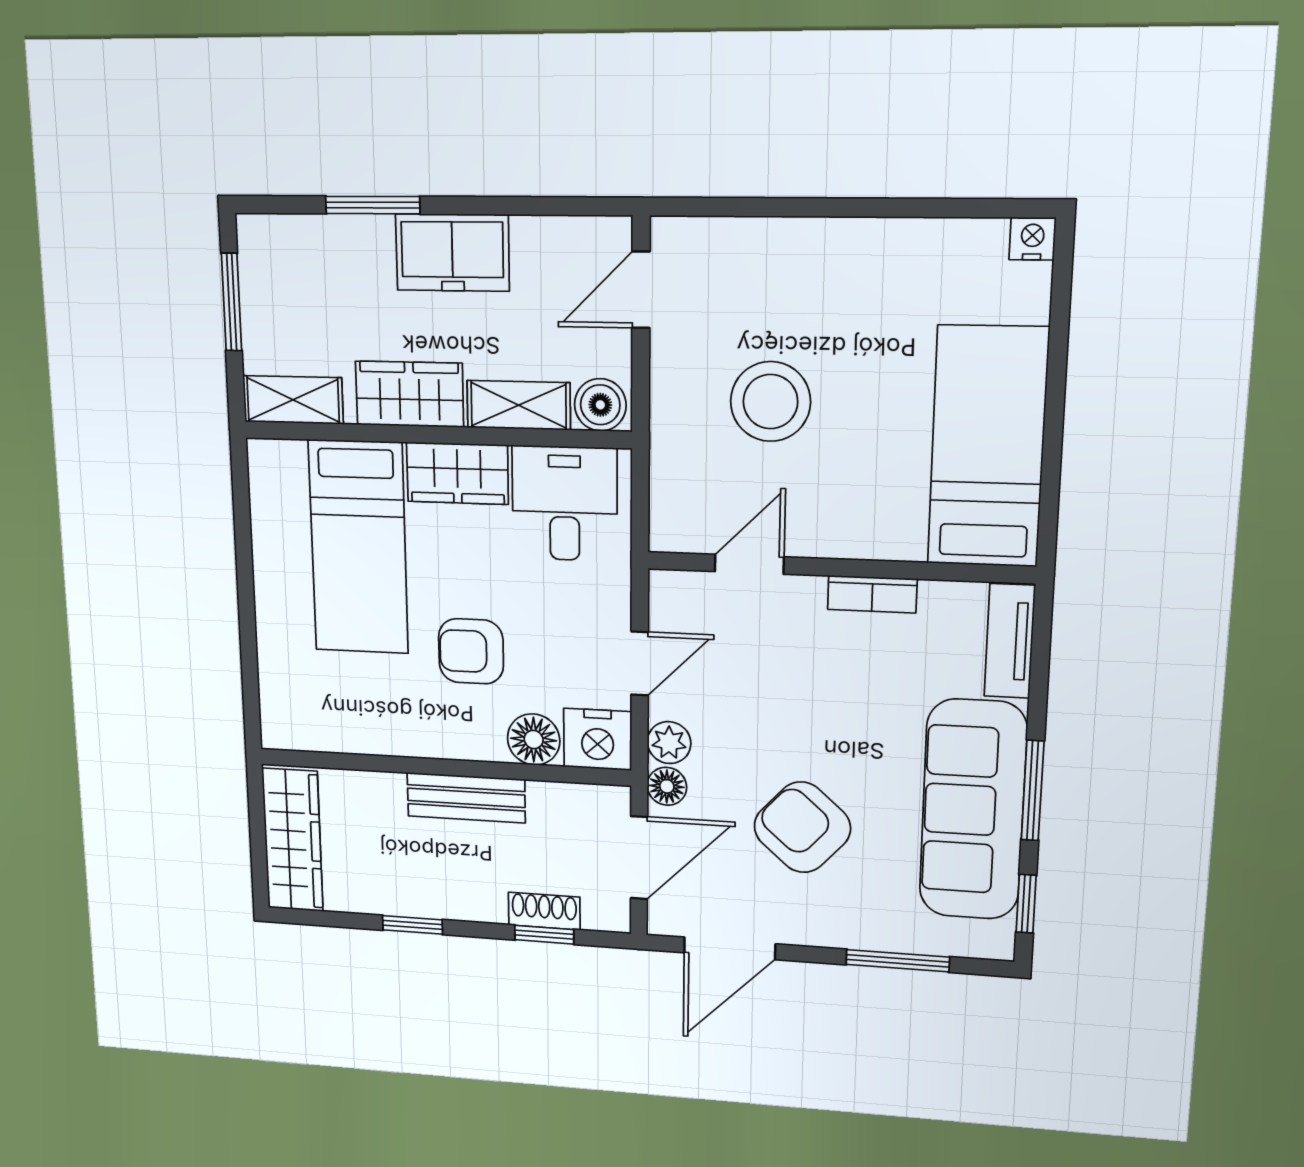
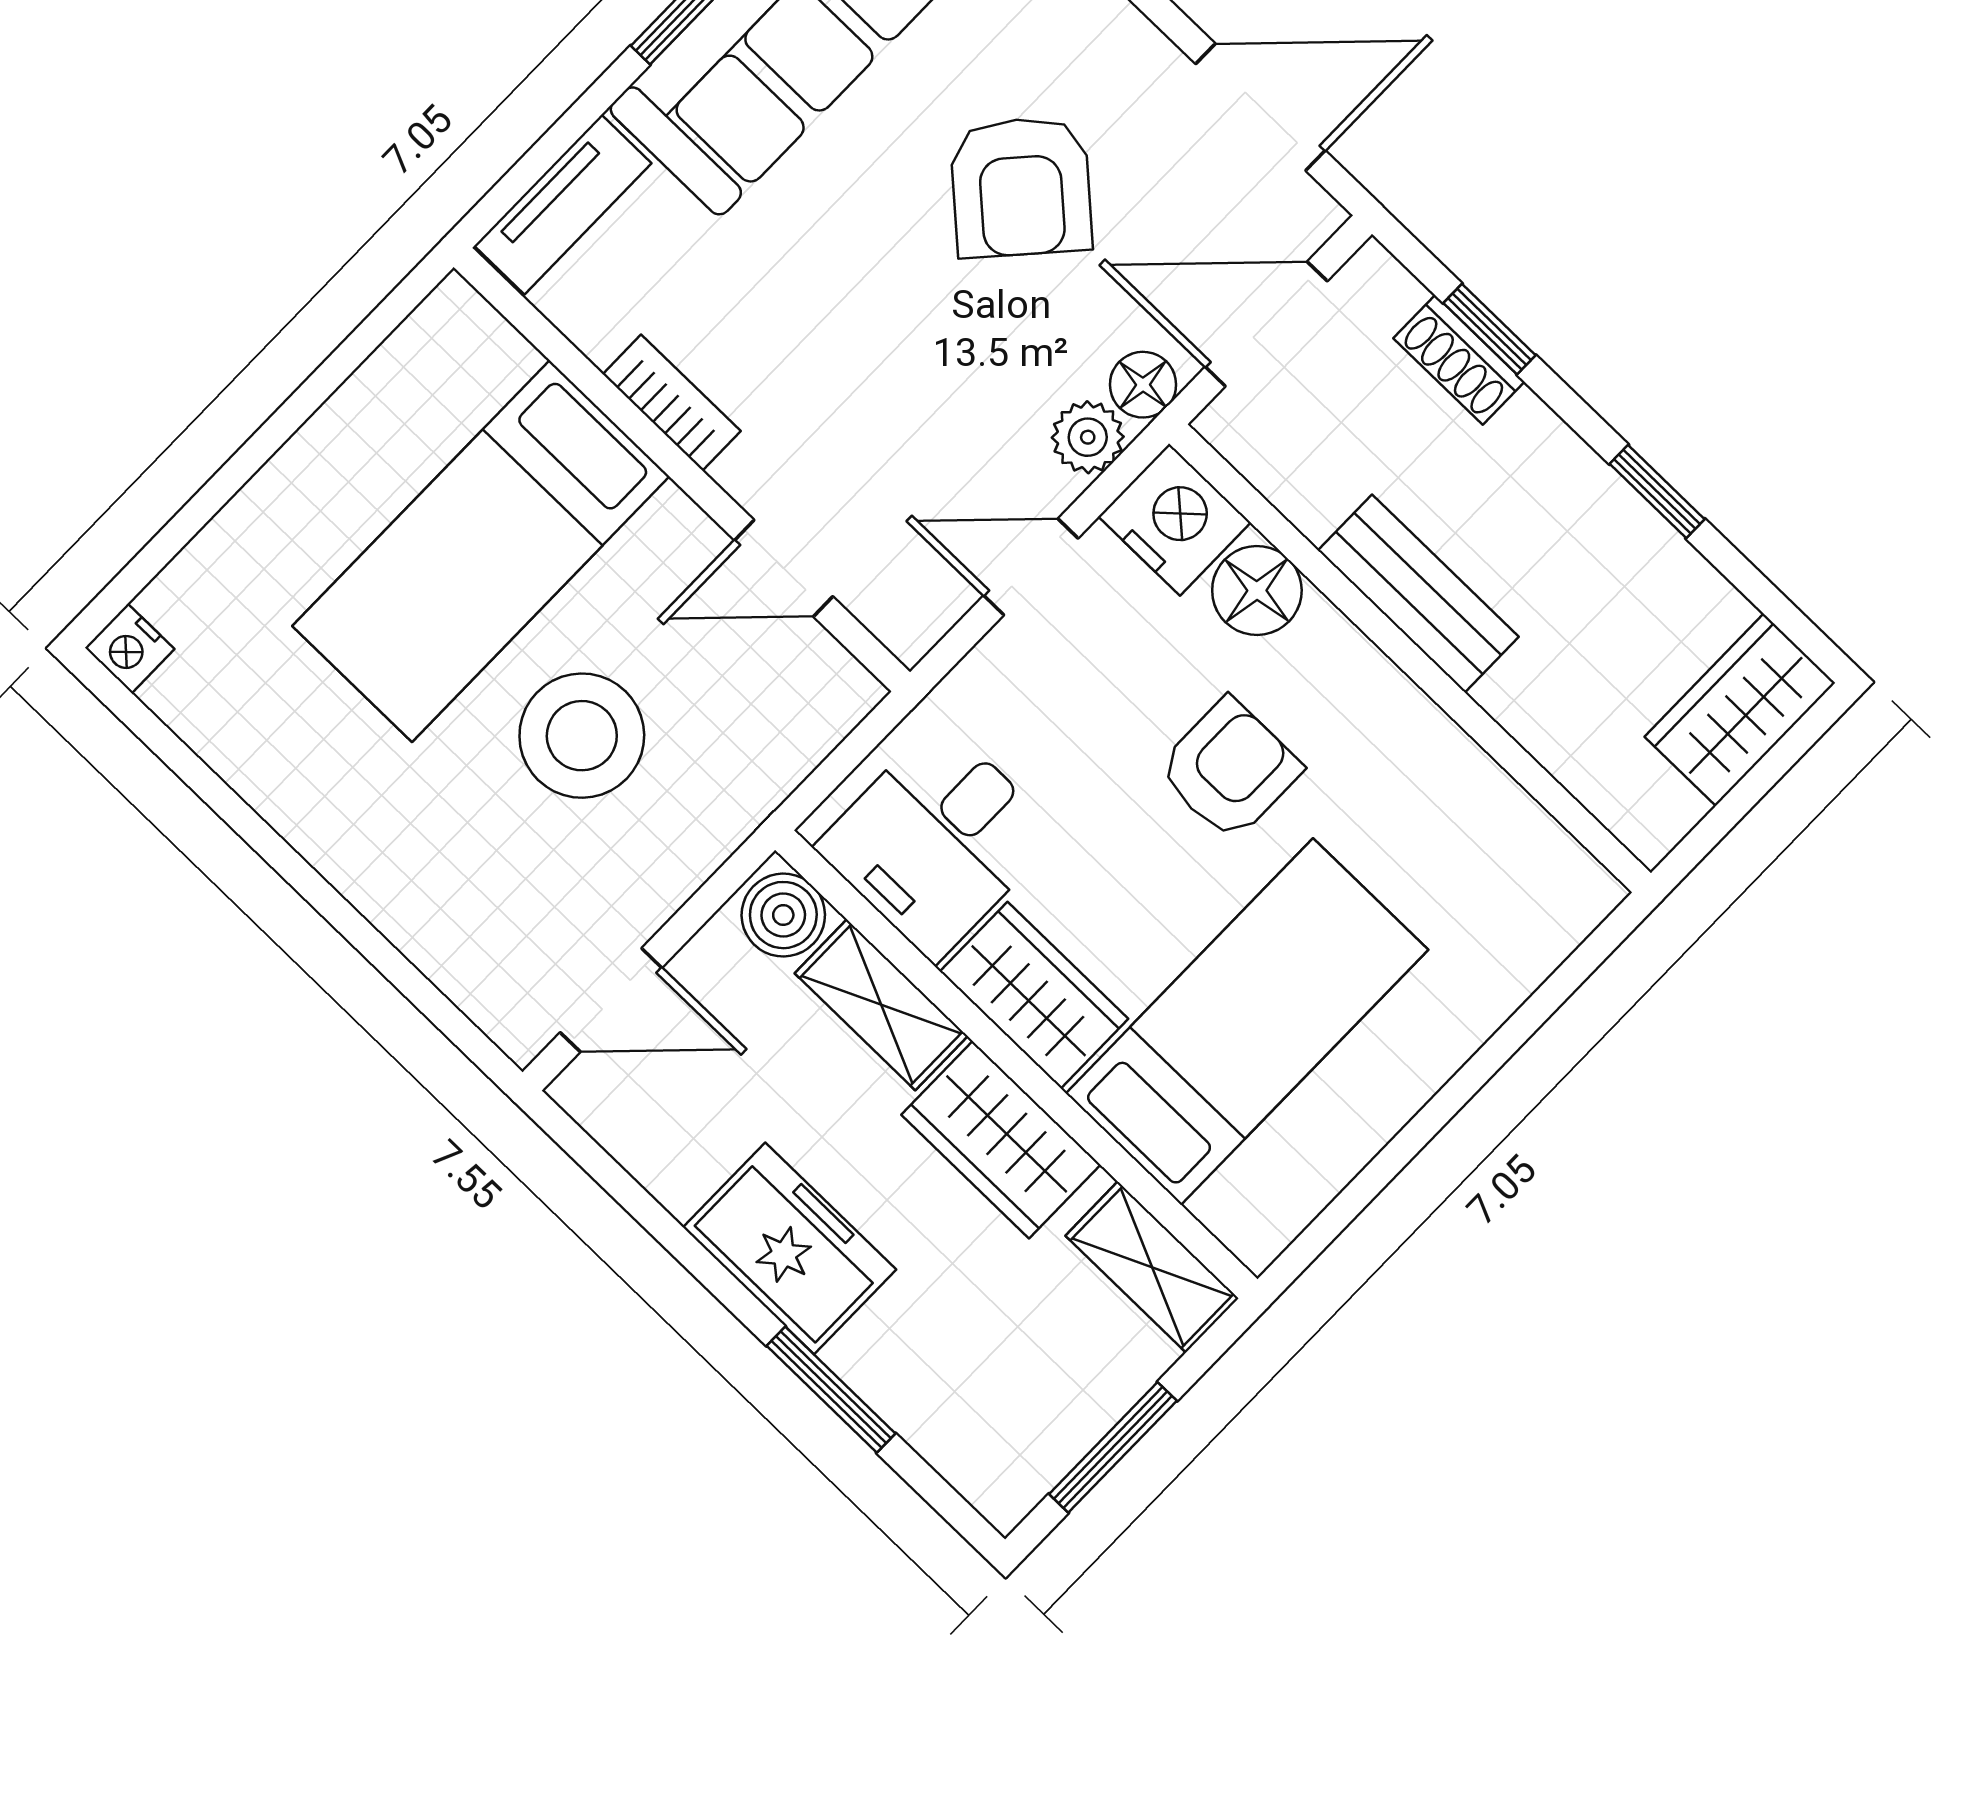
bed: (988, 447) -> (481, 551), moved
armchair: (471, 651) -> (1229, 769), turned -90
wardrobe: (293, 840) -> (1740, 710), width x0.67

